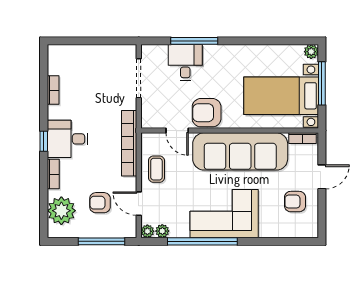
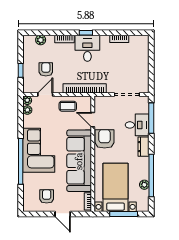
window: (194, 41) -> (151, 118), moved
window: (263, 41) -> (151, 175), added
plant: (311, 52) -> (144, 185), moved
dresser: (218, 53) -> (144, 147), added
door: (177, 131) -> (93, 120), hinge flipped
plant: (61, 211) -> (41, 40), width x0.53, depth x0.53
window: (101, 241) -> (21, 70), width x0.46
window: (202, 241) -> (21, 161), moved

